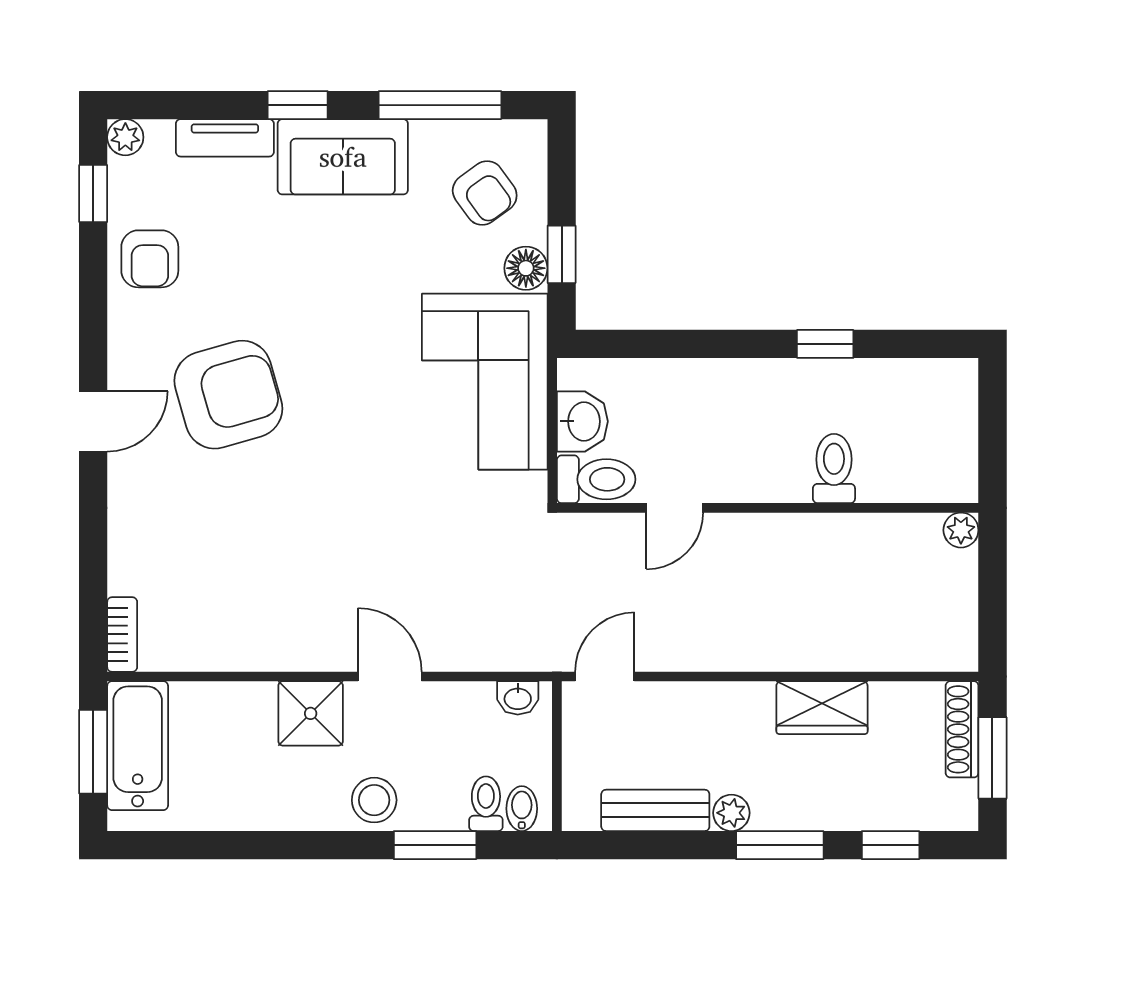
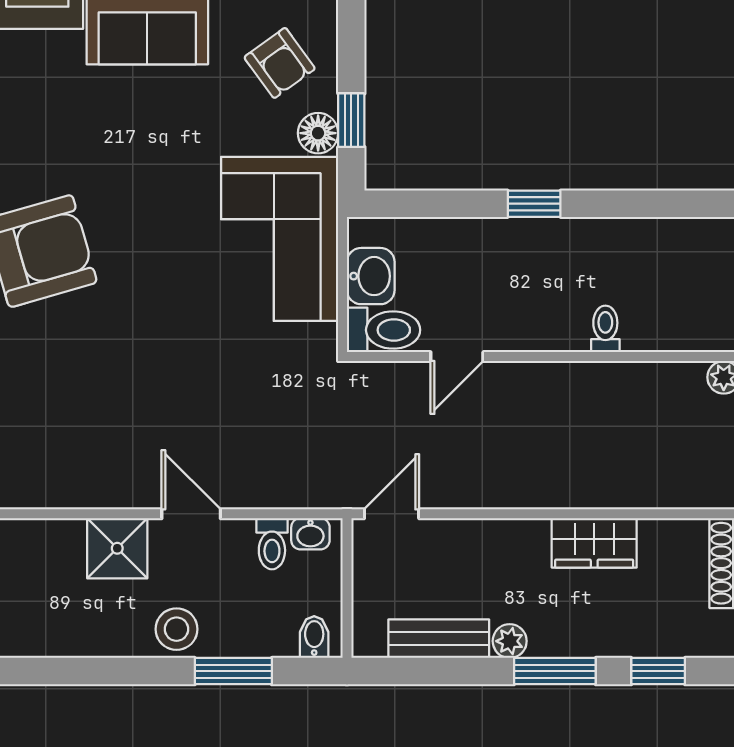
window: (825, 344) -> (534, 204), moved
toilet: (834, 469) -> (605, 329), width x0.73, depth x0.72
toilet: (486, 804) -> (272, 544), moved, turned 180

